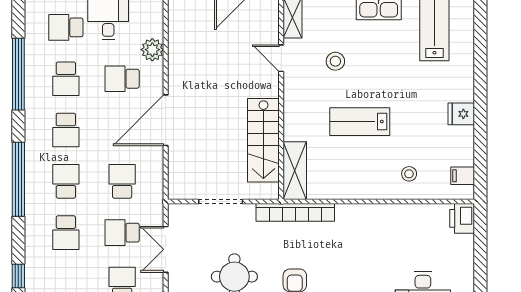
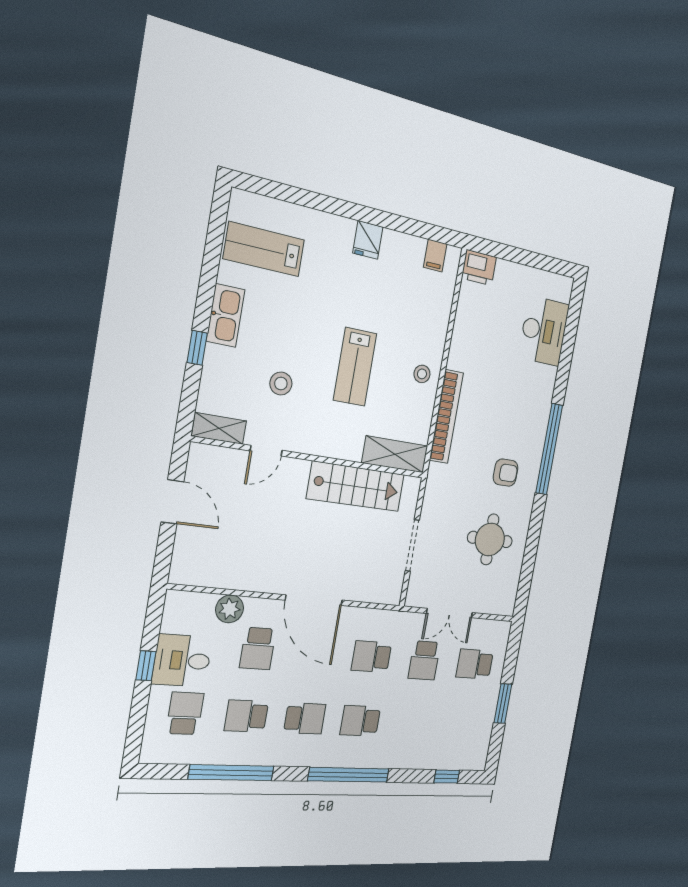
school desk: (66, 27) -> (185, 713), turned 180
school desk: (66, 79) -> (246, 716), turned 180
stool: (409, 174) -> (422, 374), moved
bookcase: (295, 212) -> (446, 417), moved
school desk: (66, 233) -> (413, 723), removed

